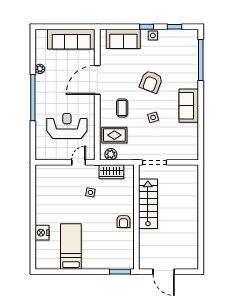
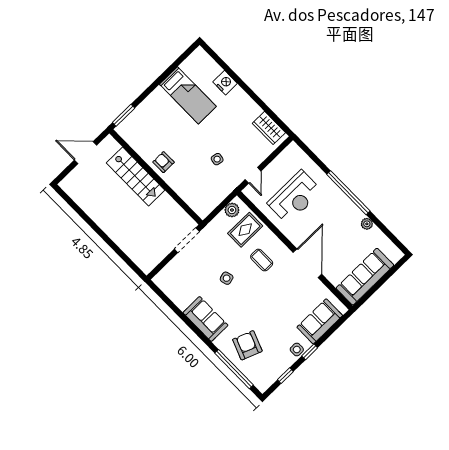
armchair: (151, 82) -> (247, 345), moved
wardrobe: (111, 172) -> (269, 128), moved, turned -90
stairs: (148, 204) -> (136, 176), moved

